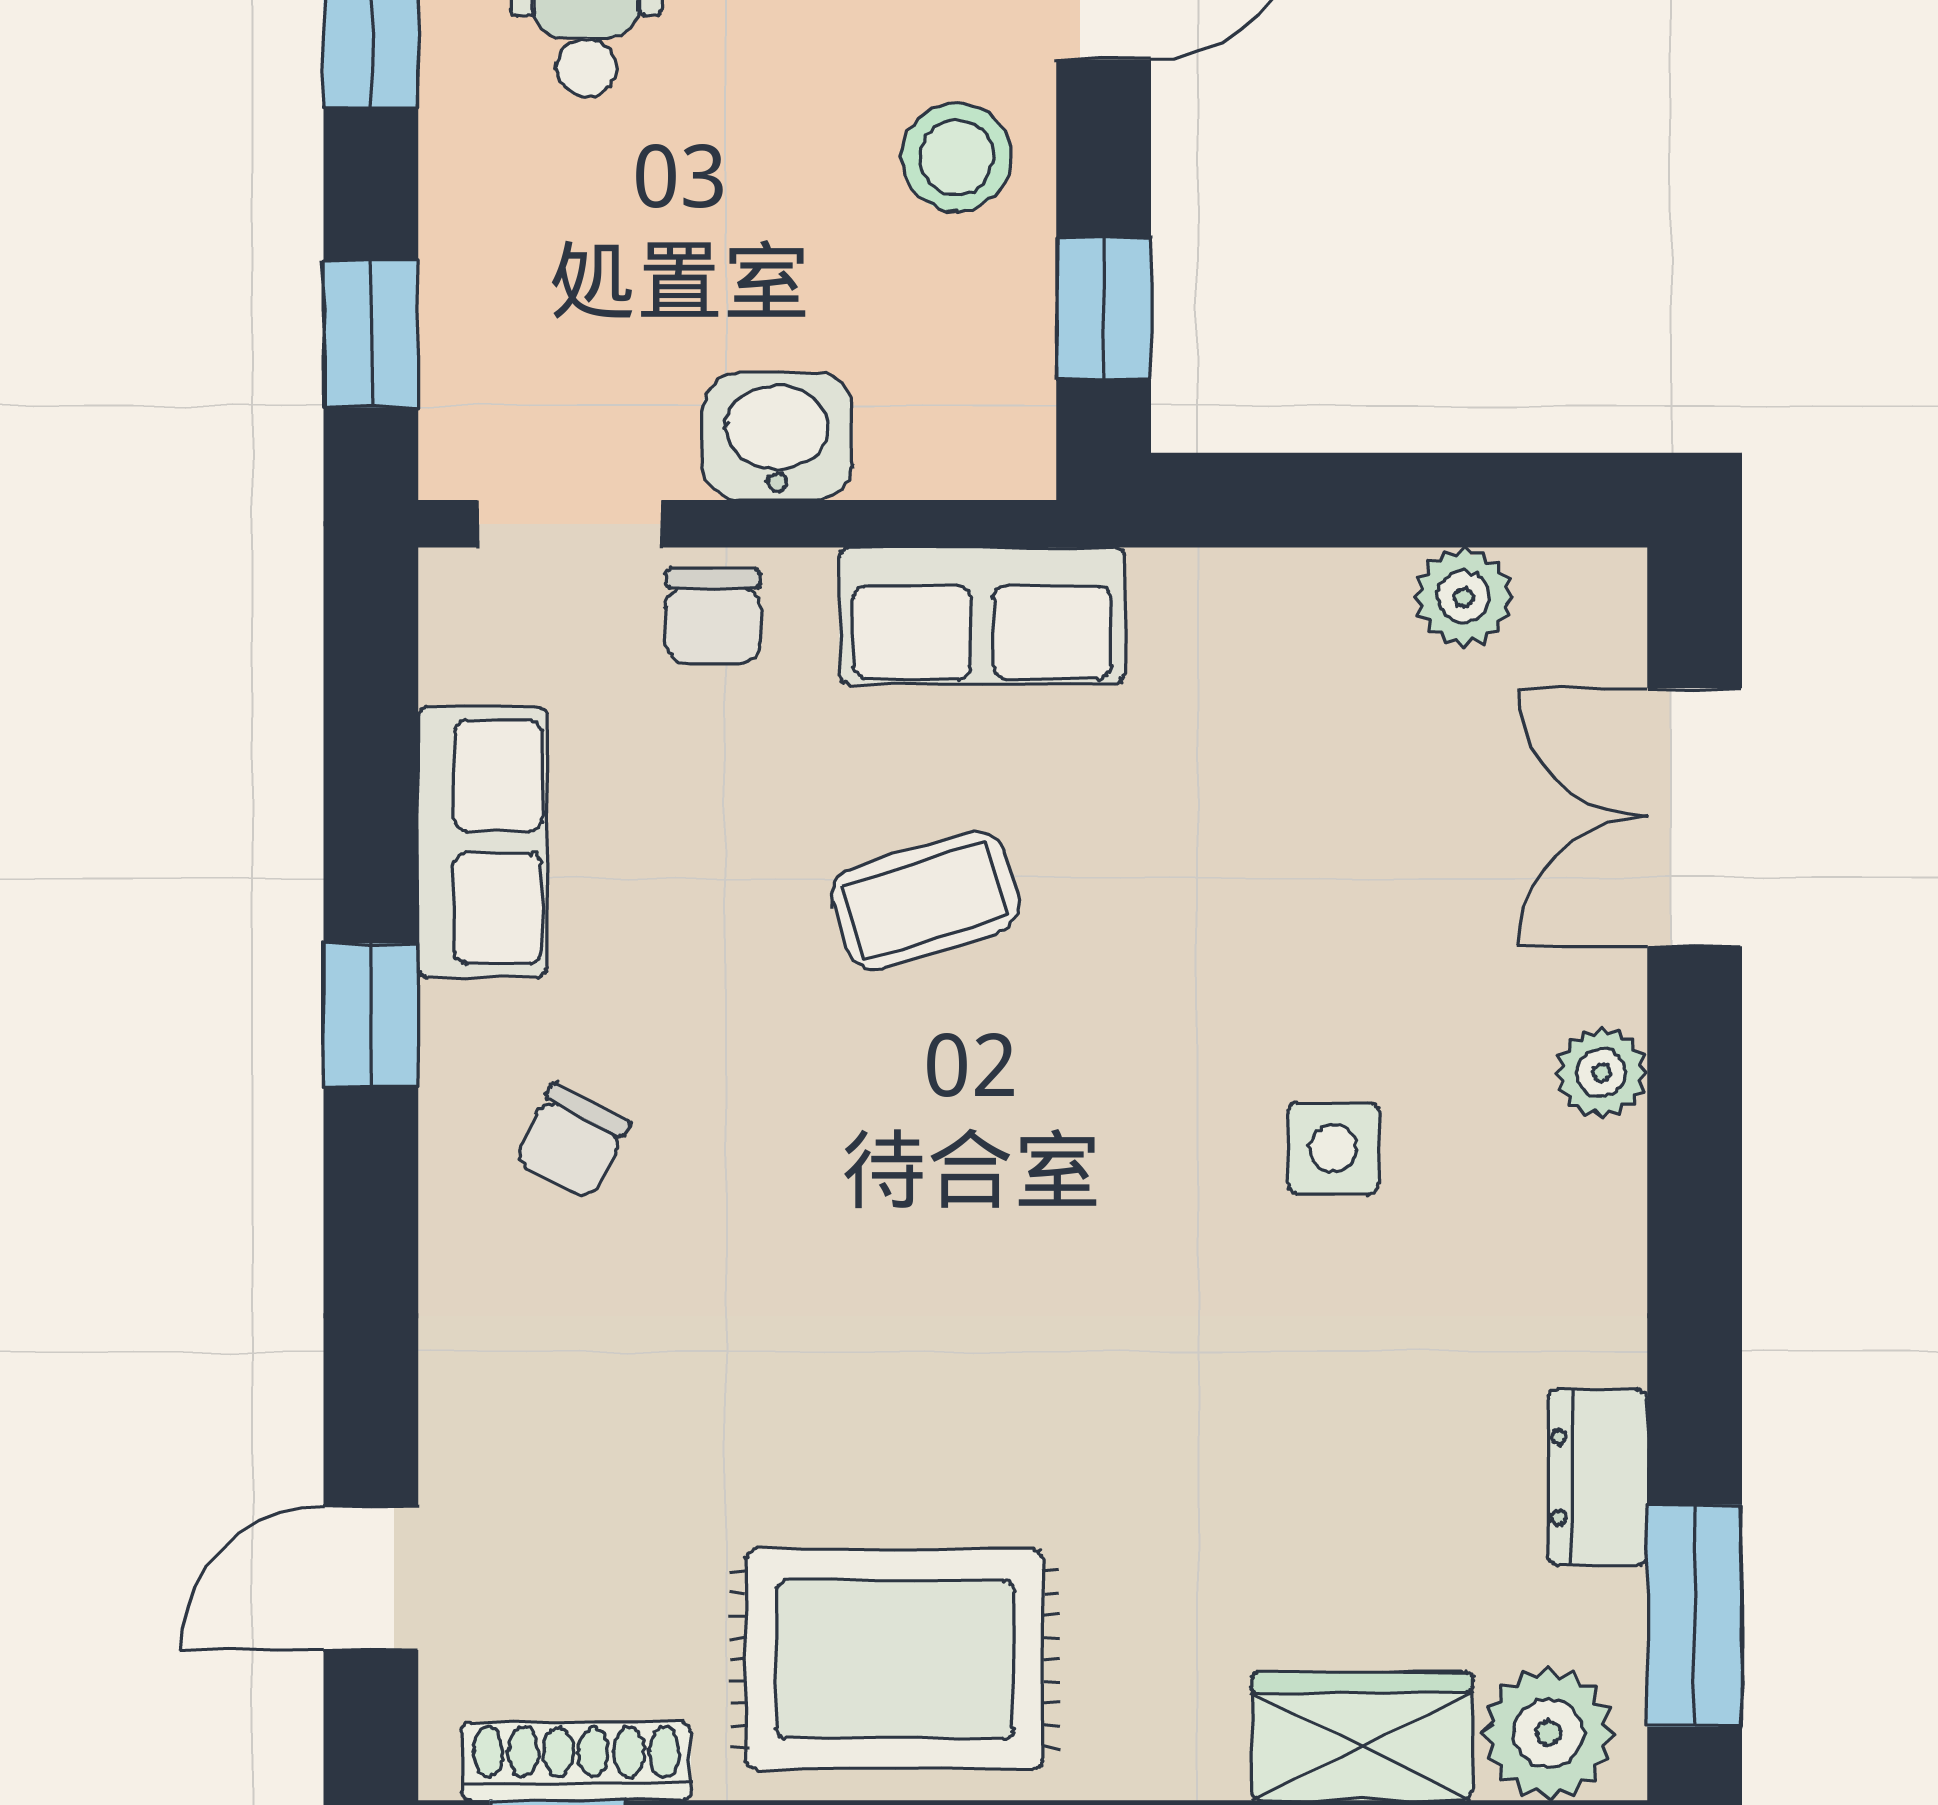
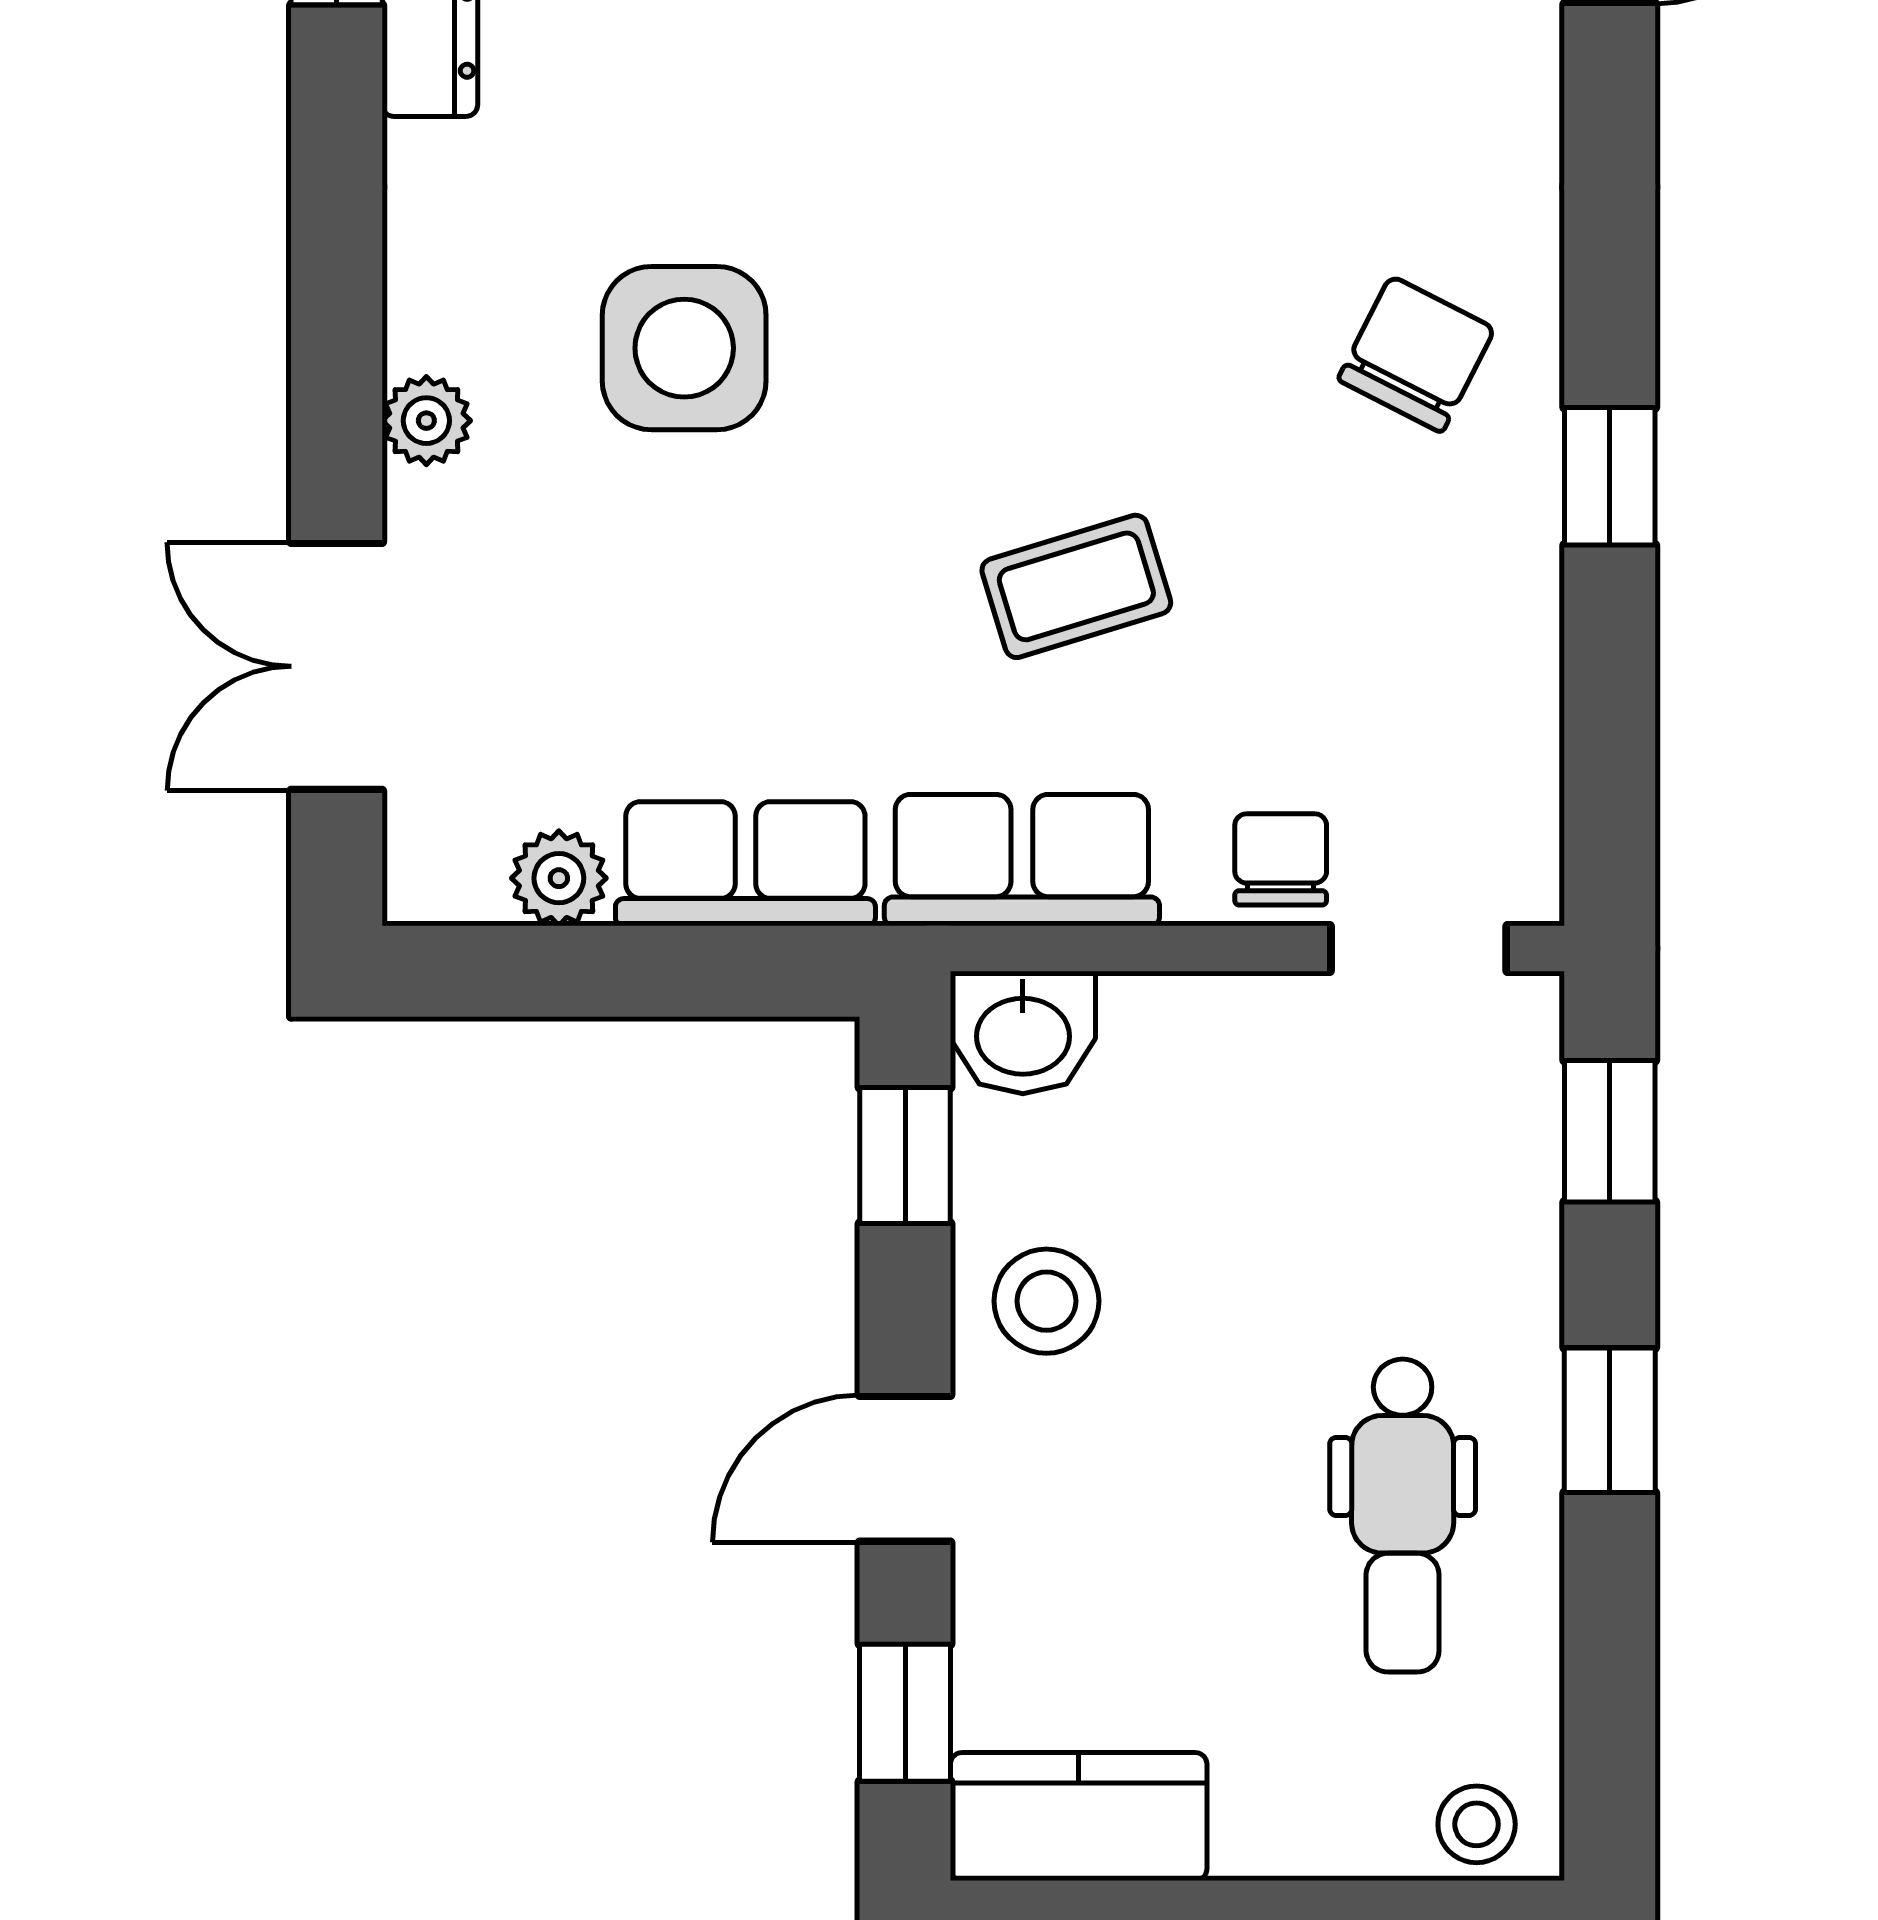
washbasin: (777, 436) -> (1023, 1033), moved
double door: (1695, 817) -> (337, 666), swing flipped
row of seats: (483, 842) -> (745, 864), moved, turned 90
chair: (572, 1142) -> (1416, 354), width x1.37, depth x1.37
side table: (1333, 1148) -> (684, 348), width x1.87, depth x1.87

